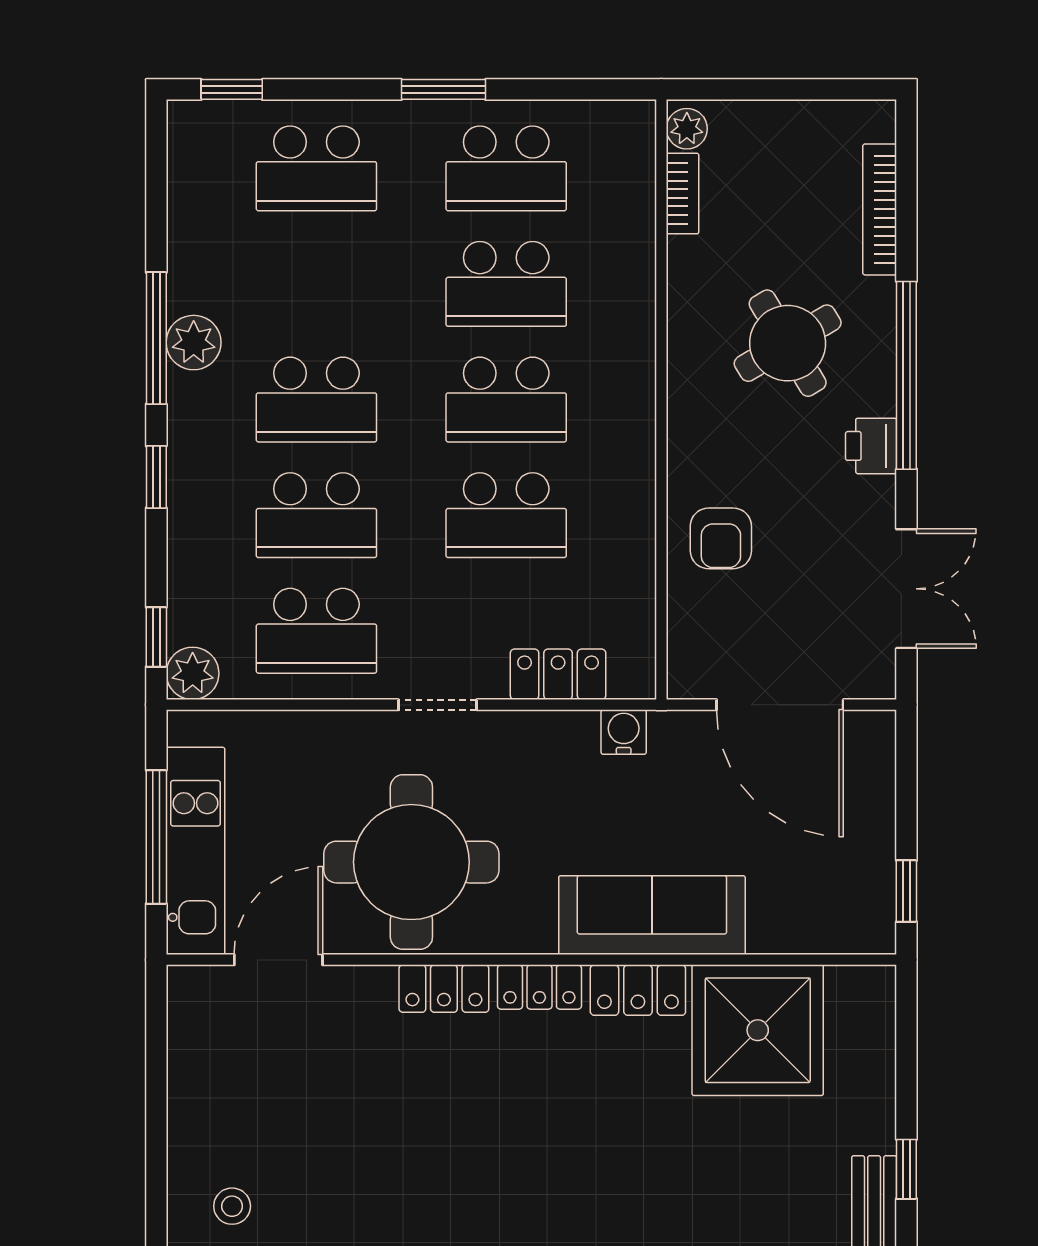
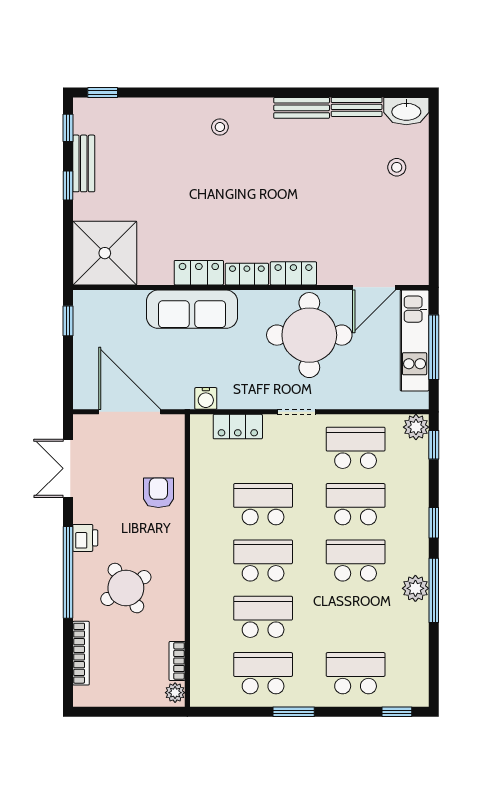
shower: (758, 1030) -> (105, 253), moved

